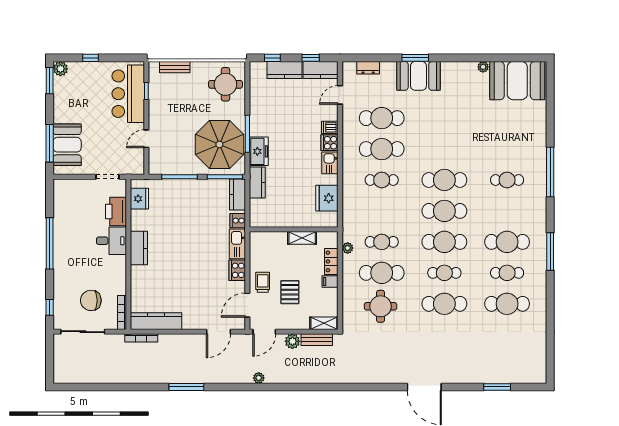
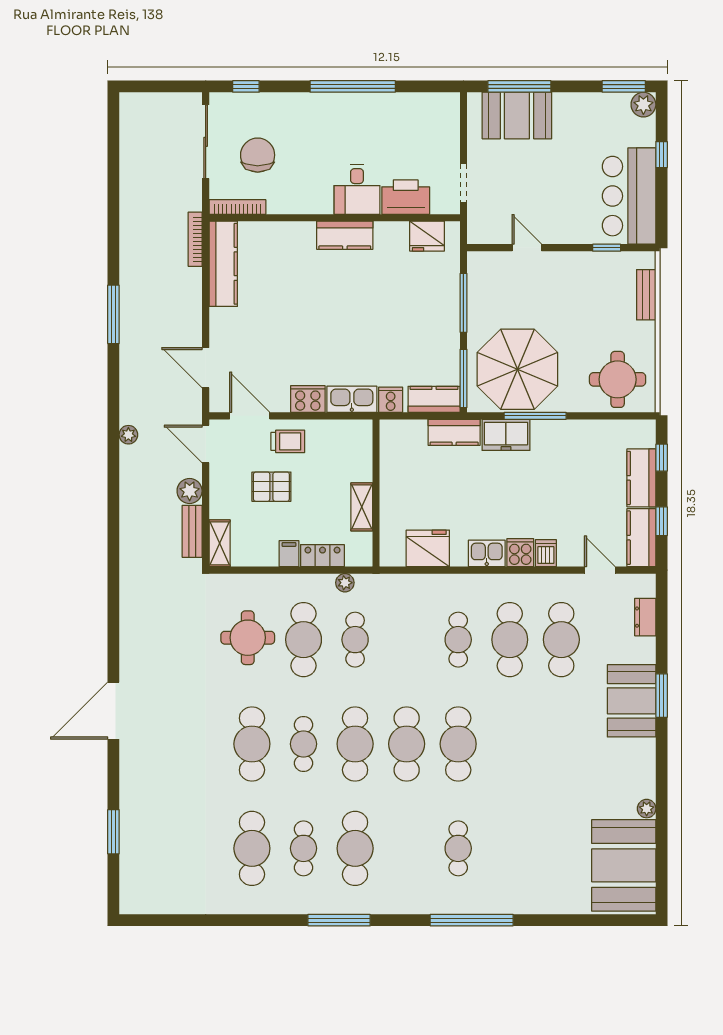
bar counter: (128, 94) -> (629, 196), moved, turned -90

